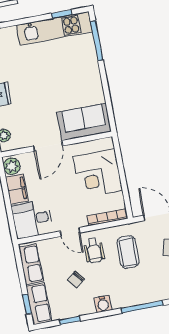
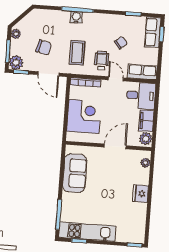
sofa: (84, 122) -> (75, 173), moved, turned -90
row of seats: (31, 264) -> (142, 72), moved, turned 90
water cooler: (103, 304) -> (76, 17), moved

